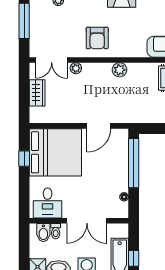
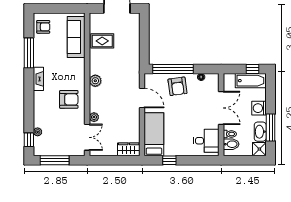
wardrobe: (37, 93) -> (129, 149), moved
bed: (55, 152) -> (154, 134), width x0.49
armchair: (113, 168) -> (177, 86), added

